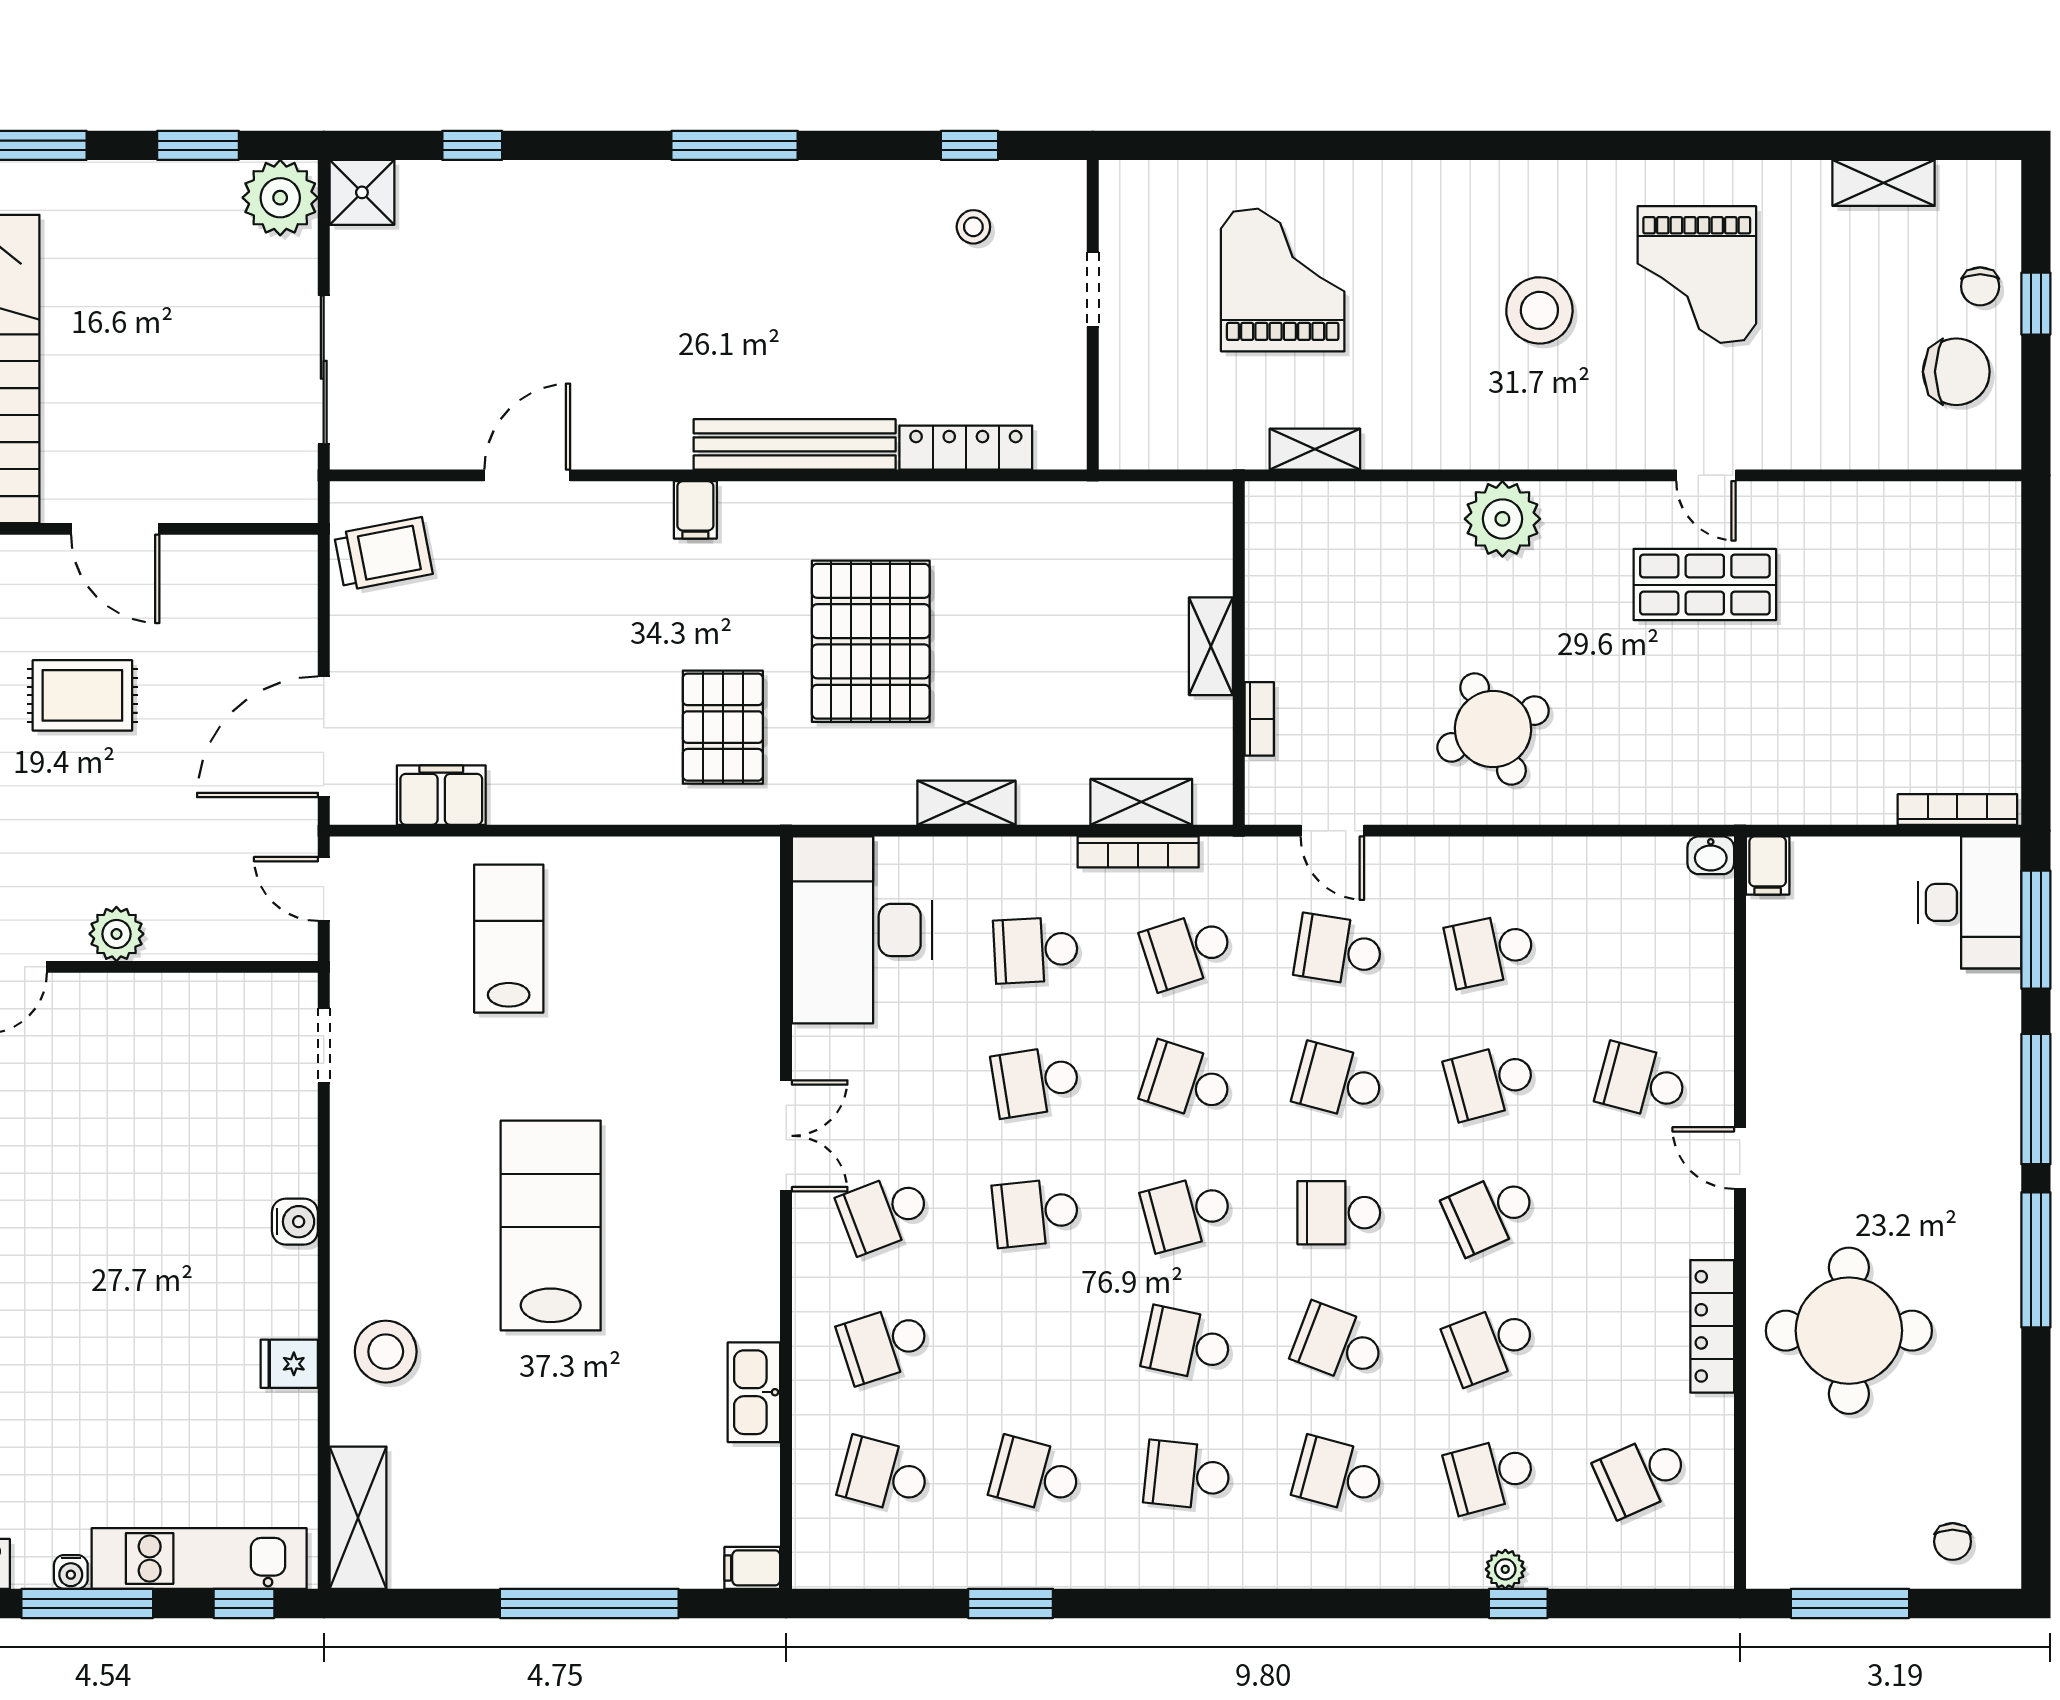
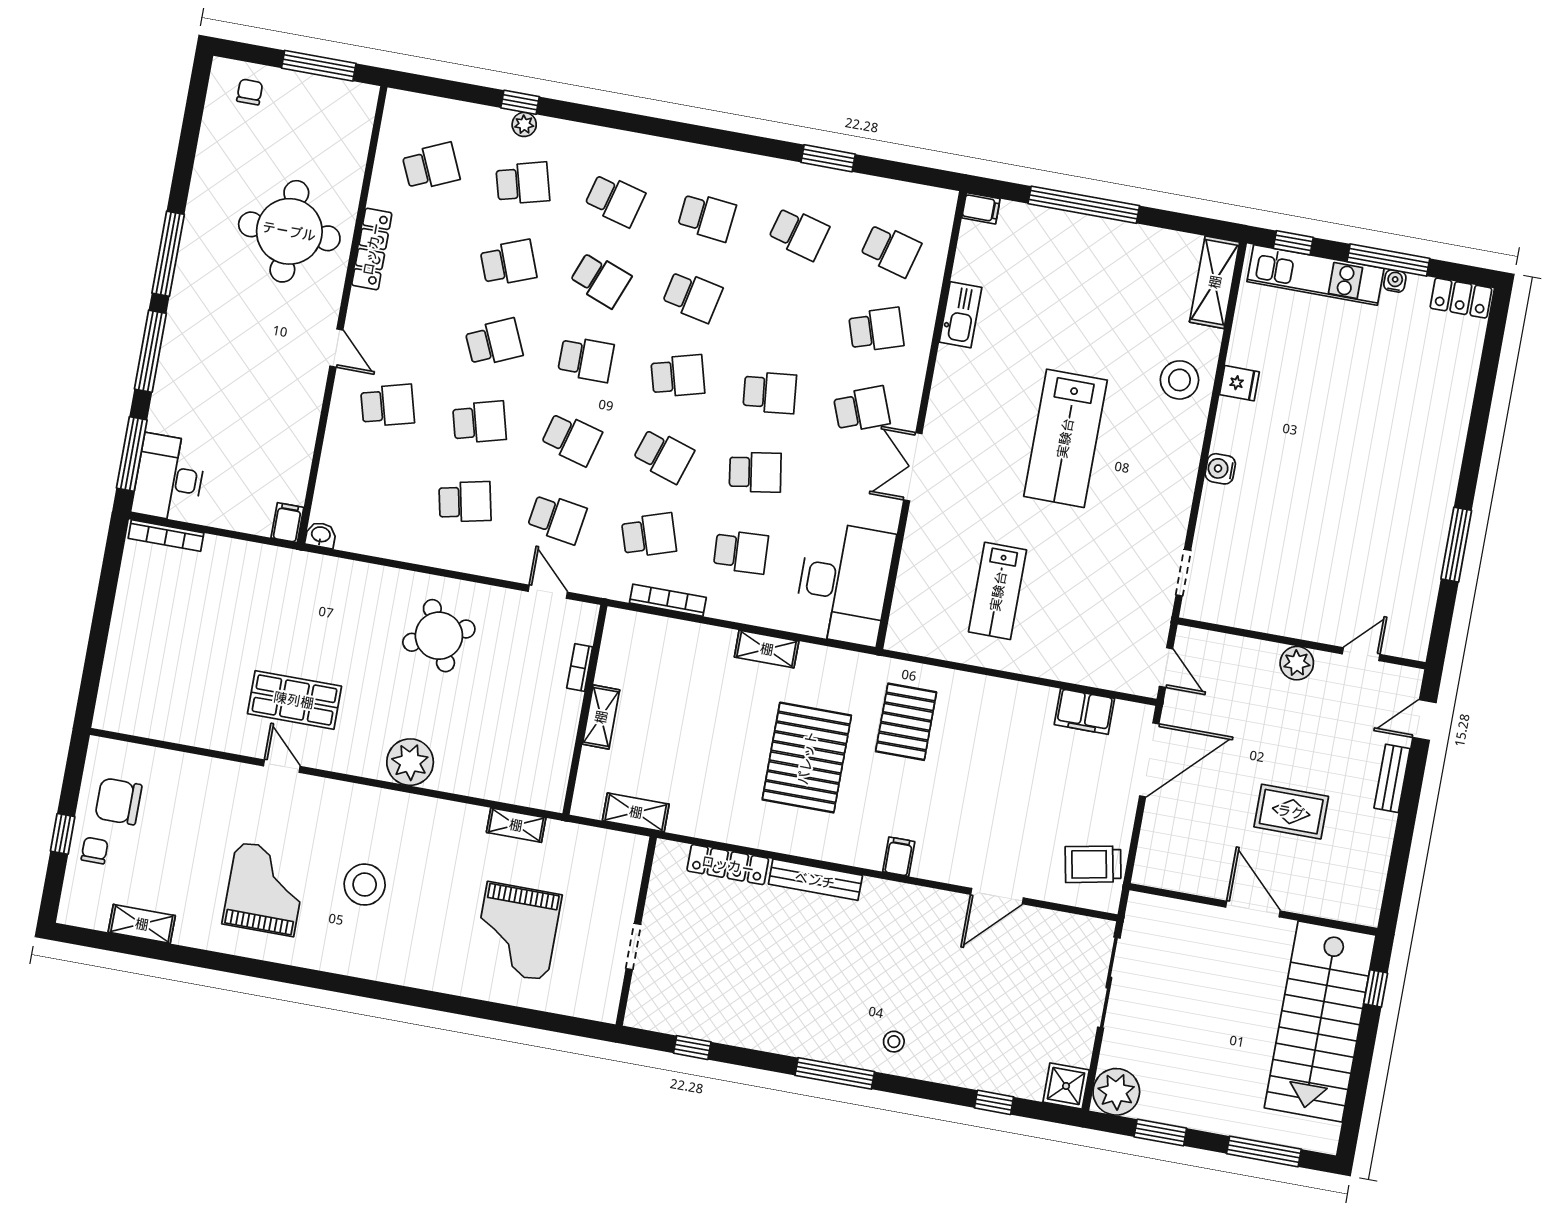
stool: (973, 227) -> (894, 1042), moved
bench: (795, 444) -> (815, 880), width x0.73, depth x0.82
shelving: (1141, 802) -> (636, 812), moved
lab bench: (509, 939) -> (998, 591), moved
school desk: (1642, 1081) -> (388, 405), turned -30

